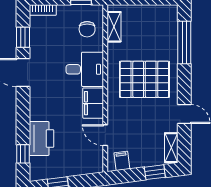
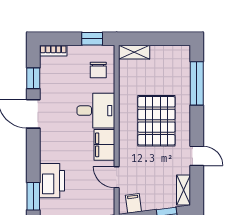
shelving: (114, 27) -> (134, 52), moved, turned 90
pallet: (144, 79) -> (156, 121), turned 90
window: (23, 154) -> (33, 196), width x1.50

